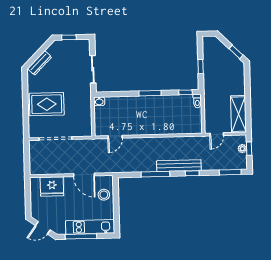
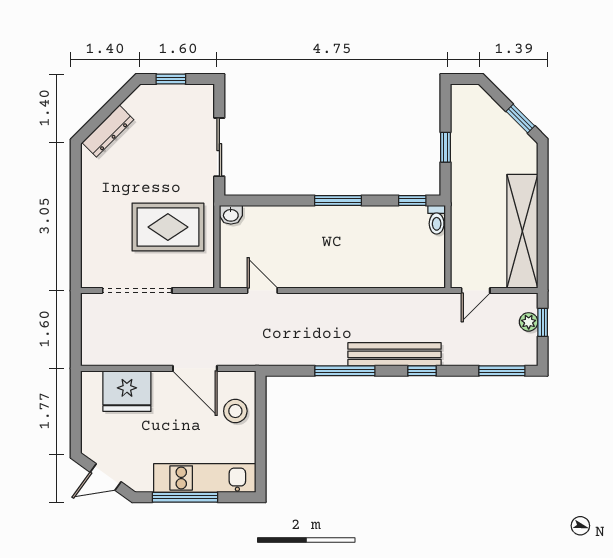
rug: (47, 104) -> (168, 227), moved
shelving: (238, 114) -> (522, 231), width x1.47
door: (115, 137) -> (262, 291), swing flipped

